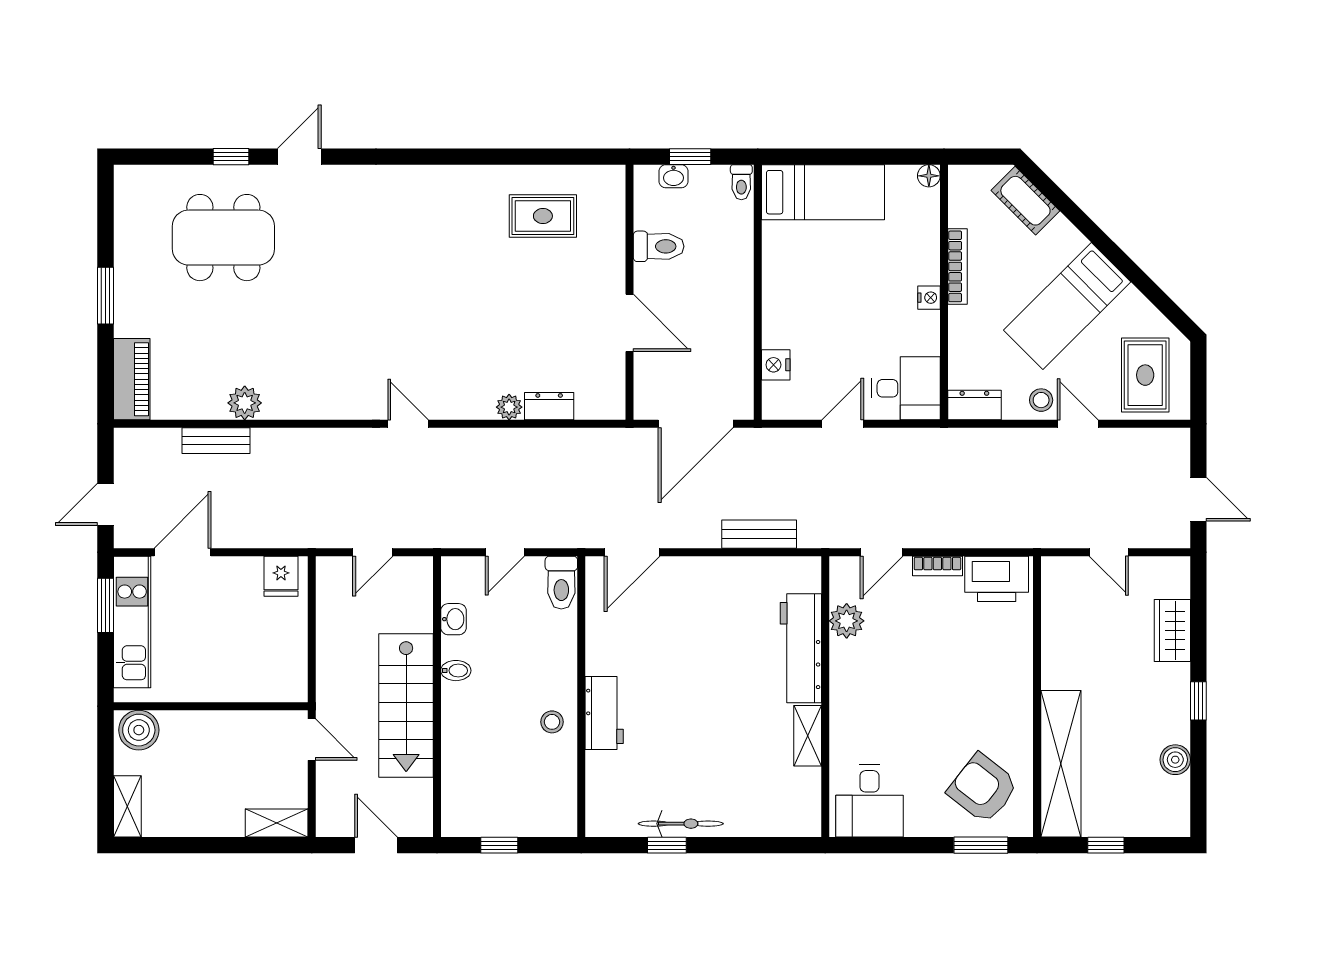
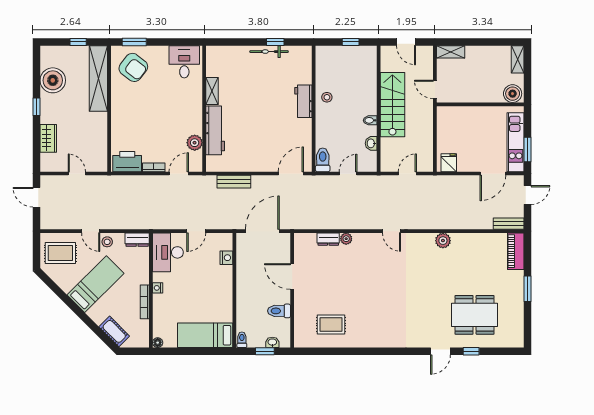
rug: (1145, 375) -> (60, 253), turned 90
desk: (906, 388) -> (168, 252), width x1.37
plant: (245, 403) -> (443, 241), moved
bench: (216, 441) -> (509, 224), moved
boiler: (1175, 760) -> (53, 80), width x1.86, depth x1.86

